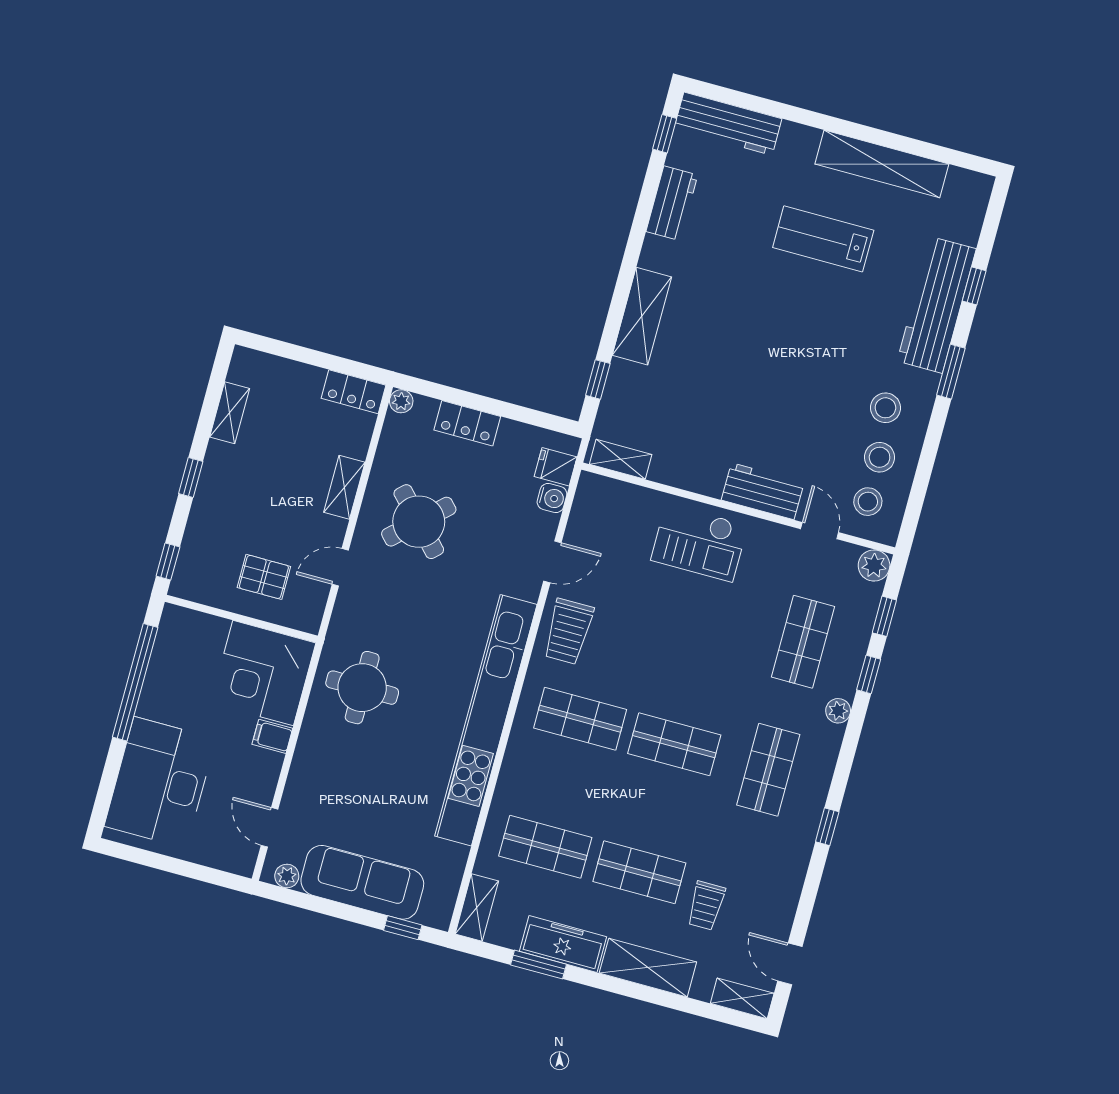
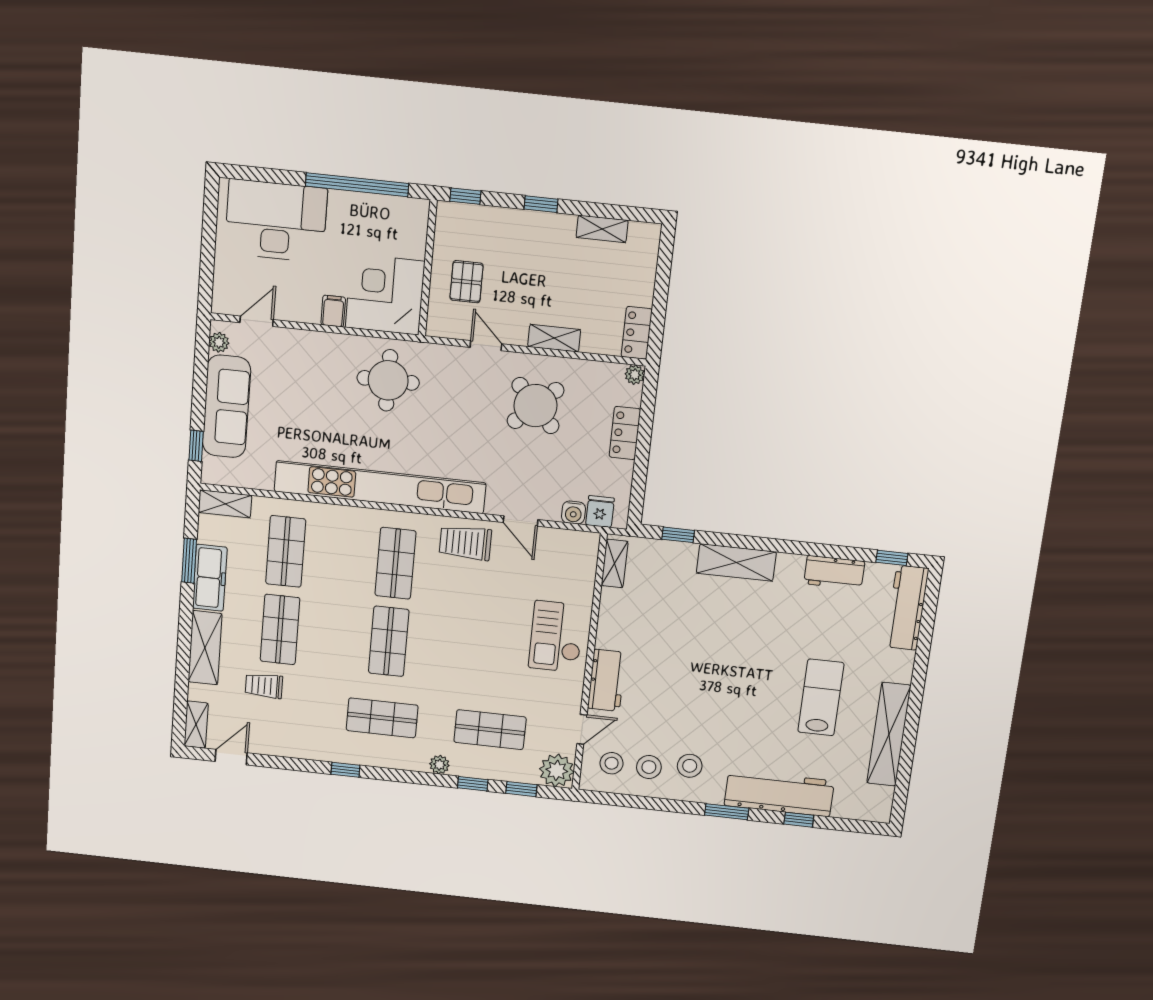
plant: (874, 565) -> (557, 770), width x1.36, depth x1.36

